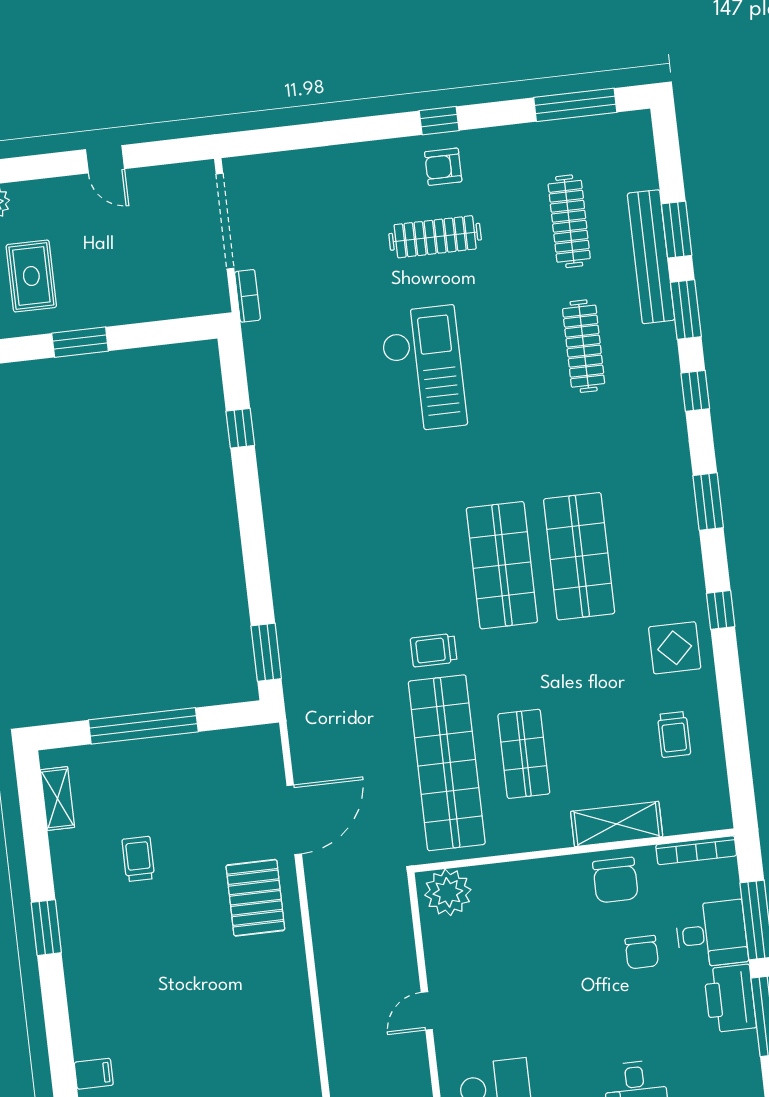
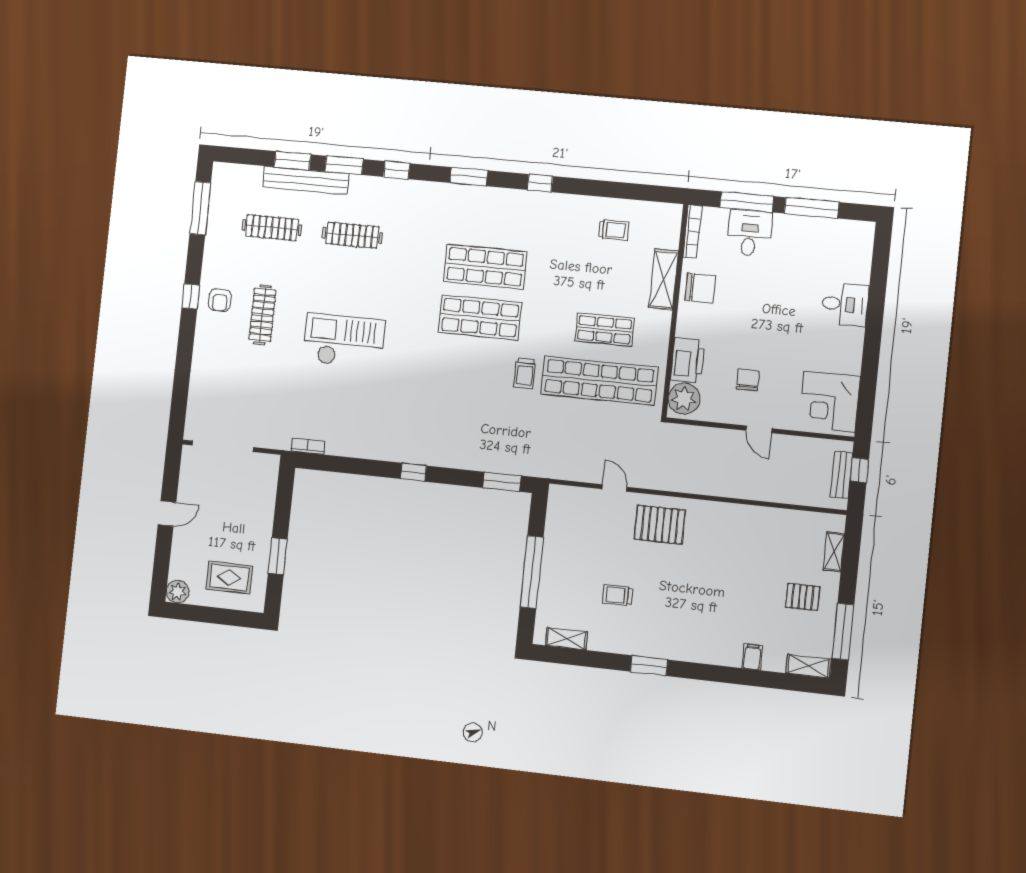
bookcase: (247, 296) -> (308, 446), moved
window: (240, 428) -> (413, 472), moved
display table: (675, 648) -> (558, 218), removed
door: (294, 820) -> (614, 488), width x0.53
chair: (642, 952) -> (748, 380), moved, turned -90
printer: (730, 998) -> (688, 360), moved, turned -90

